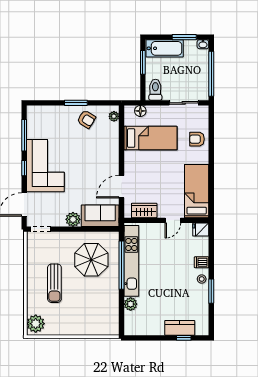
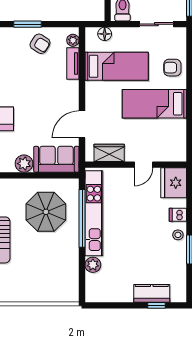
tv unit: (114, 136) -> (73, 63), added
bed: (197, 191) -> (154, 104), moved, turned -90
fridge: (201, 230) -> (174, 183), width x1.88, depth x1.34

